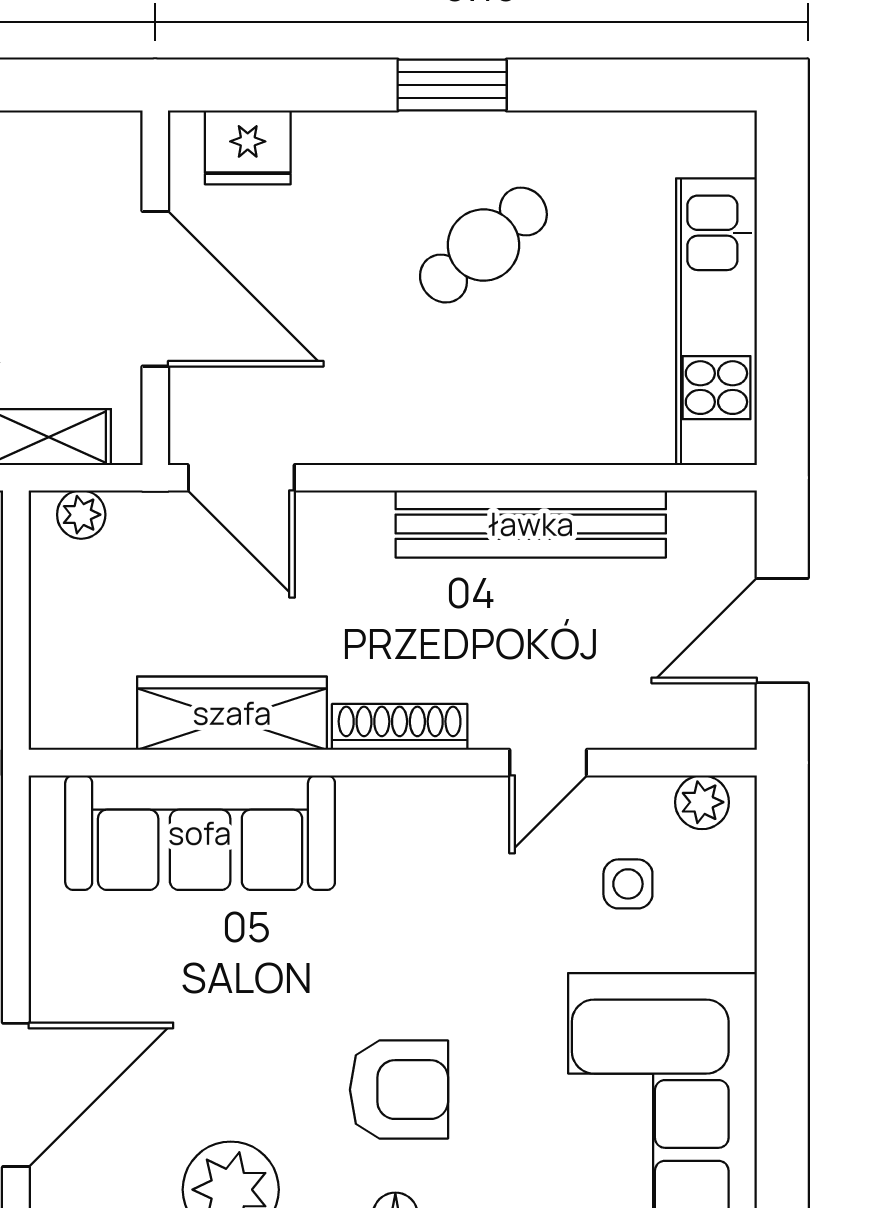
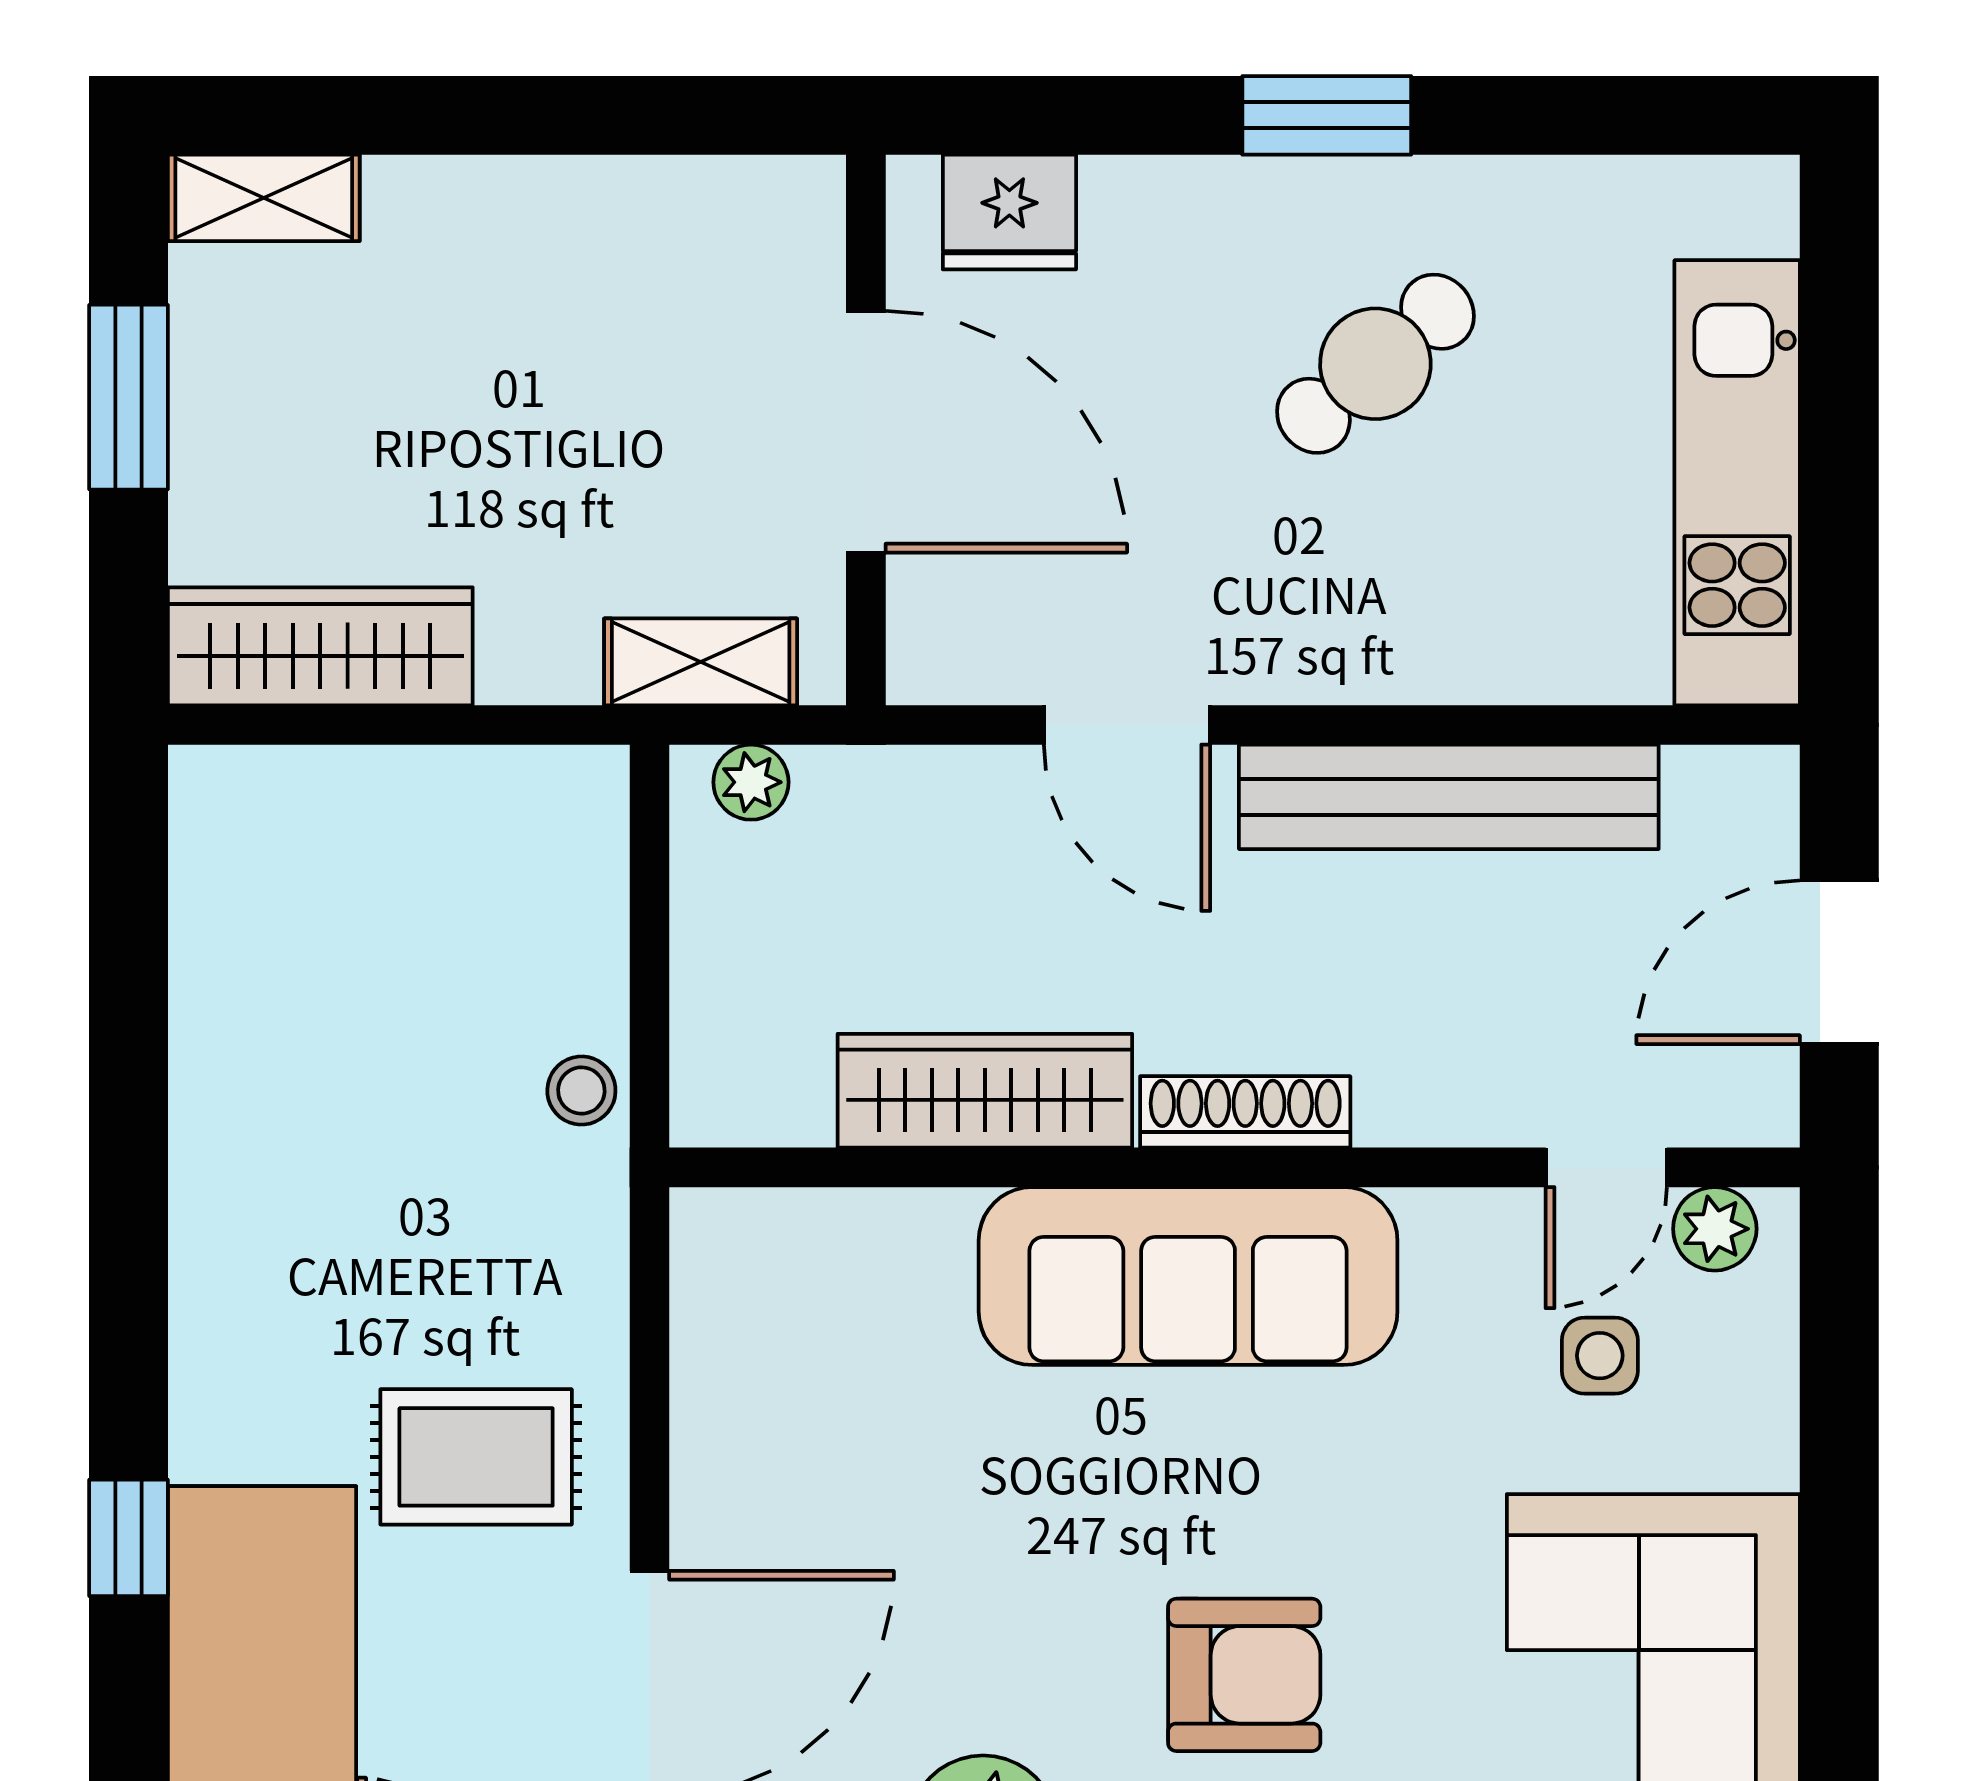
door: (241, 478) -> (1127, 725), moved
door: (548, 763) -> (1606, 1167), moved
sofa: (200, 833) -> (1188, 1276), moved

